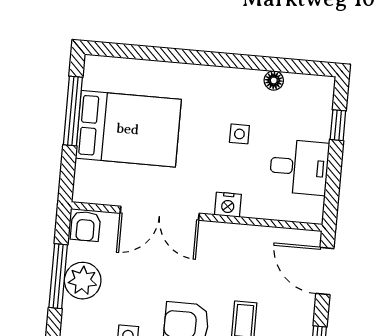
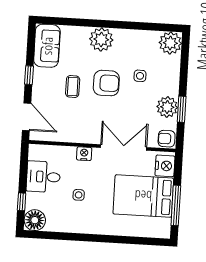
floor lamp: (274, 80) -> (35, 220), moved, width x1.89, depth x1.89
nightstand: (89, 180) -> (165, 166), added
armchair: (85, 226) -> (167, 139), turned -90
window: (58, 276) -> (182, 109), width x0.69

